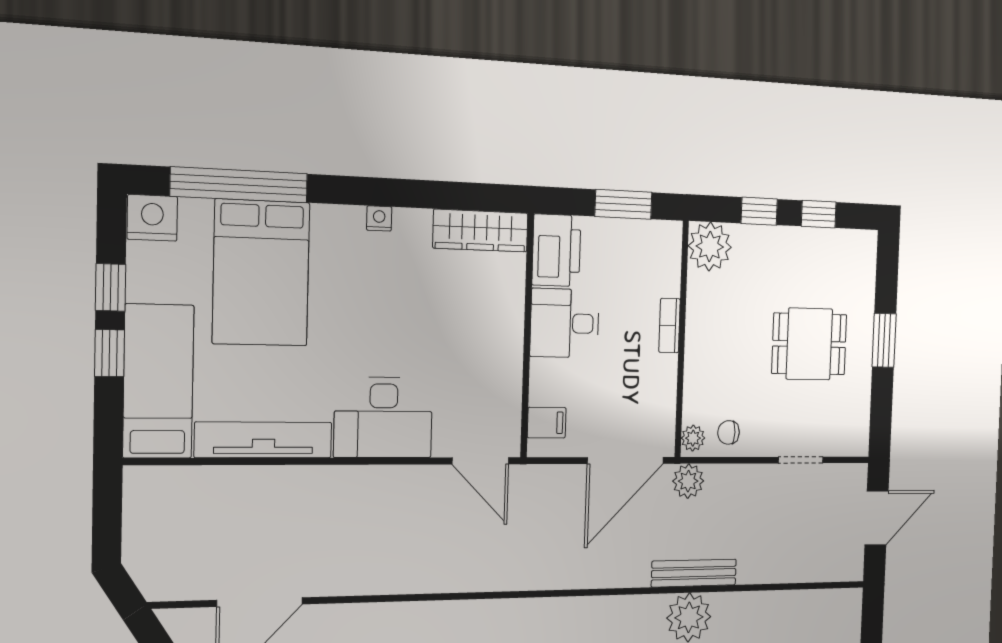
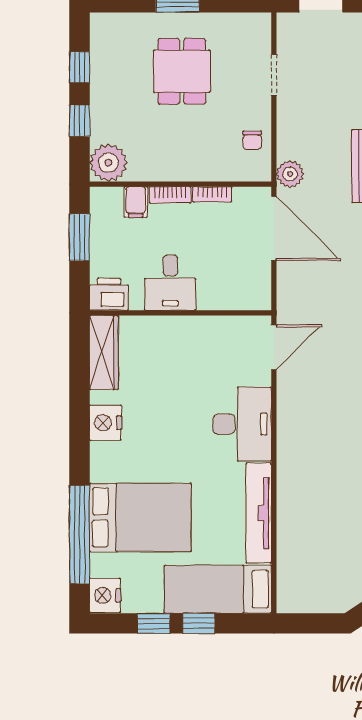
nightstand: (379, 218) -> (105, 423), width x1.89, depth x1.79
printer: (556, 250) -> (109, 294), width x0.73, depth x0.84
bookcase: (668, 380) -> (212, 194), added
filing cabinet: (547, 423) -> (136, 202), moved, turned 180
plant: (693, 438) -> (257, 171), removed

